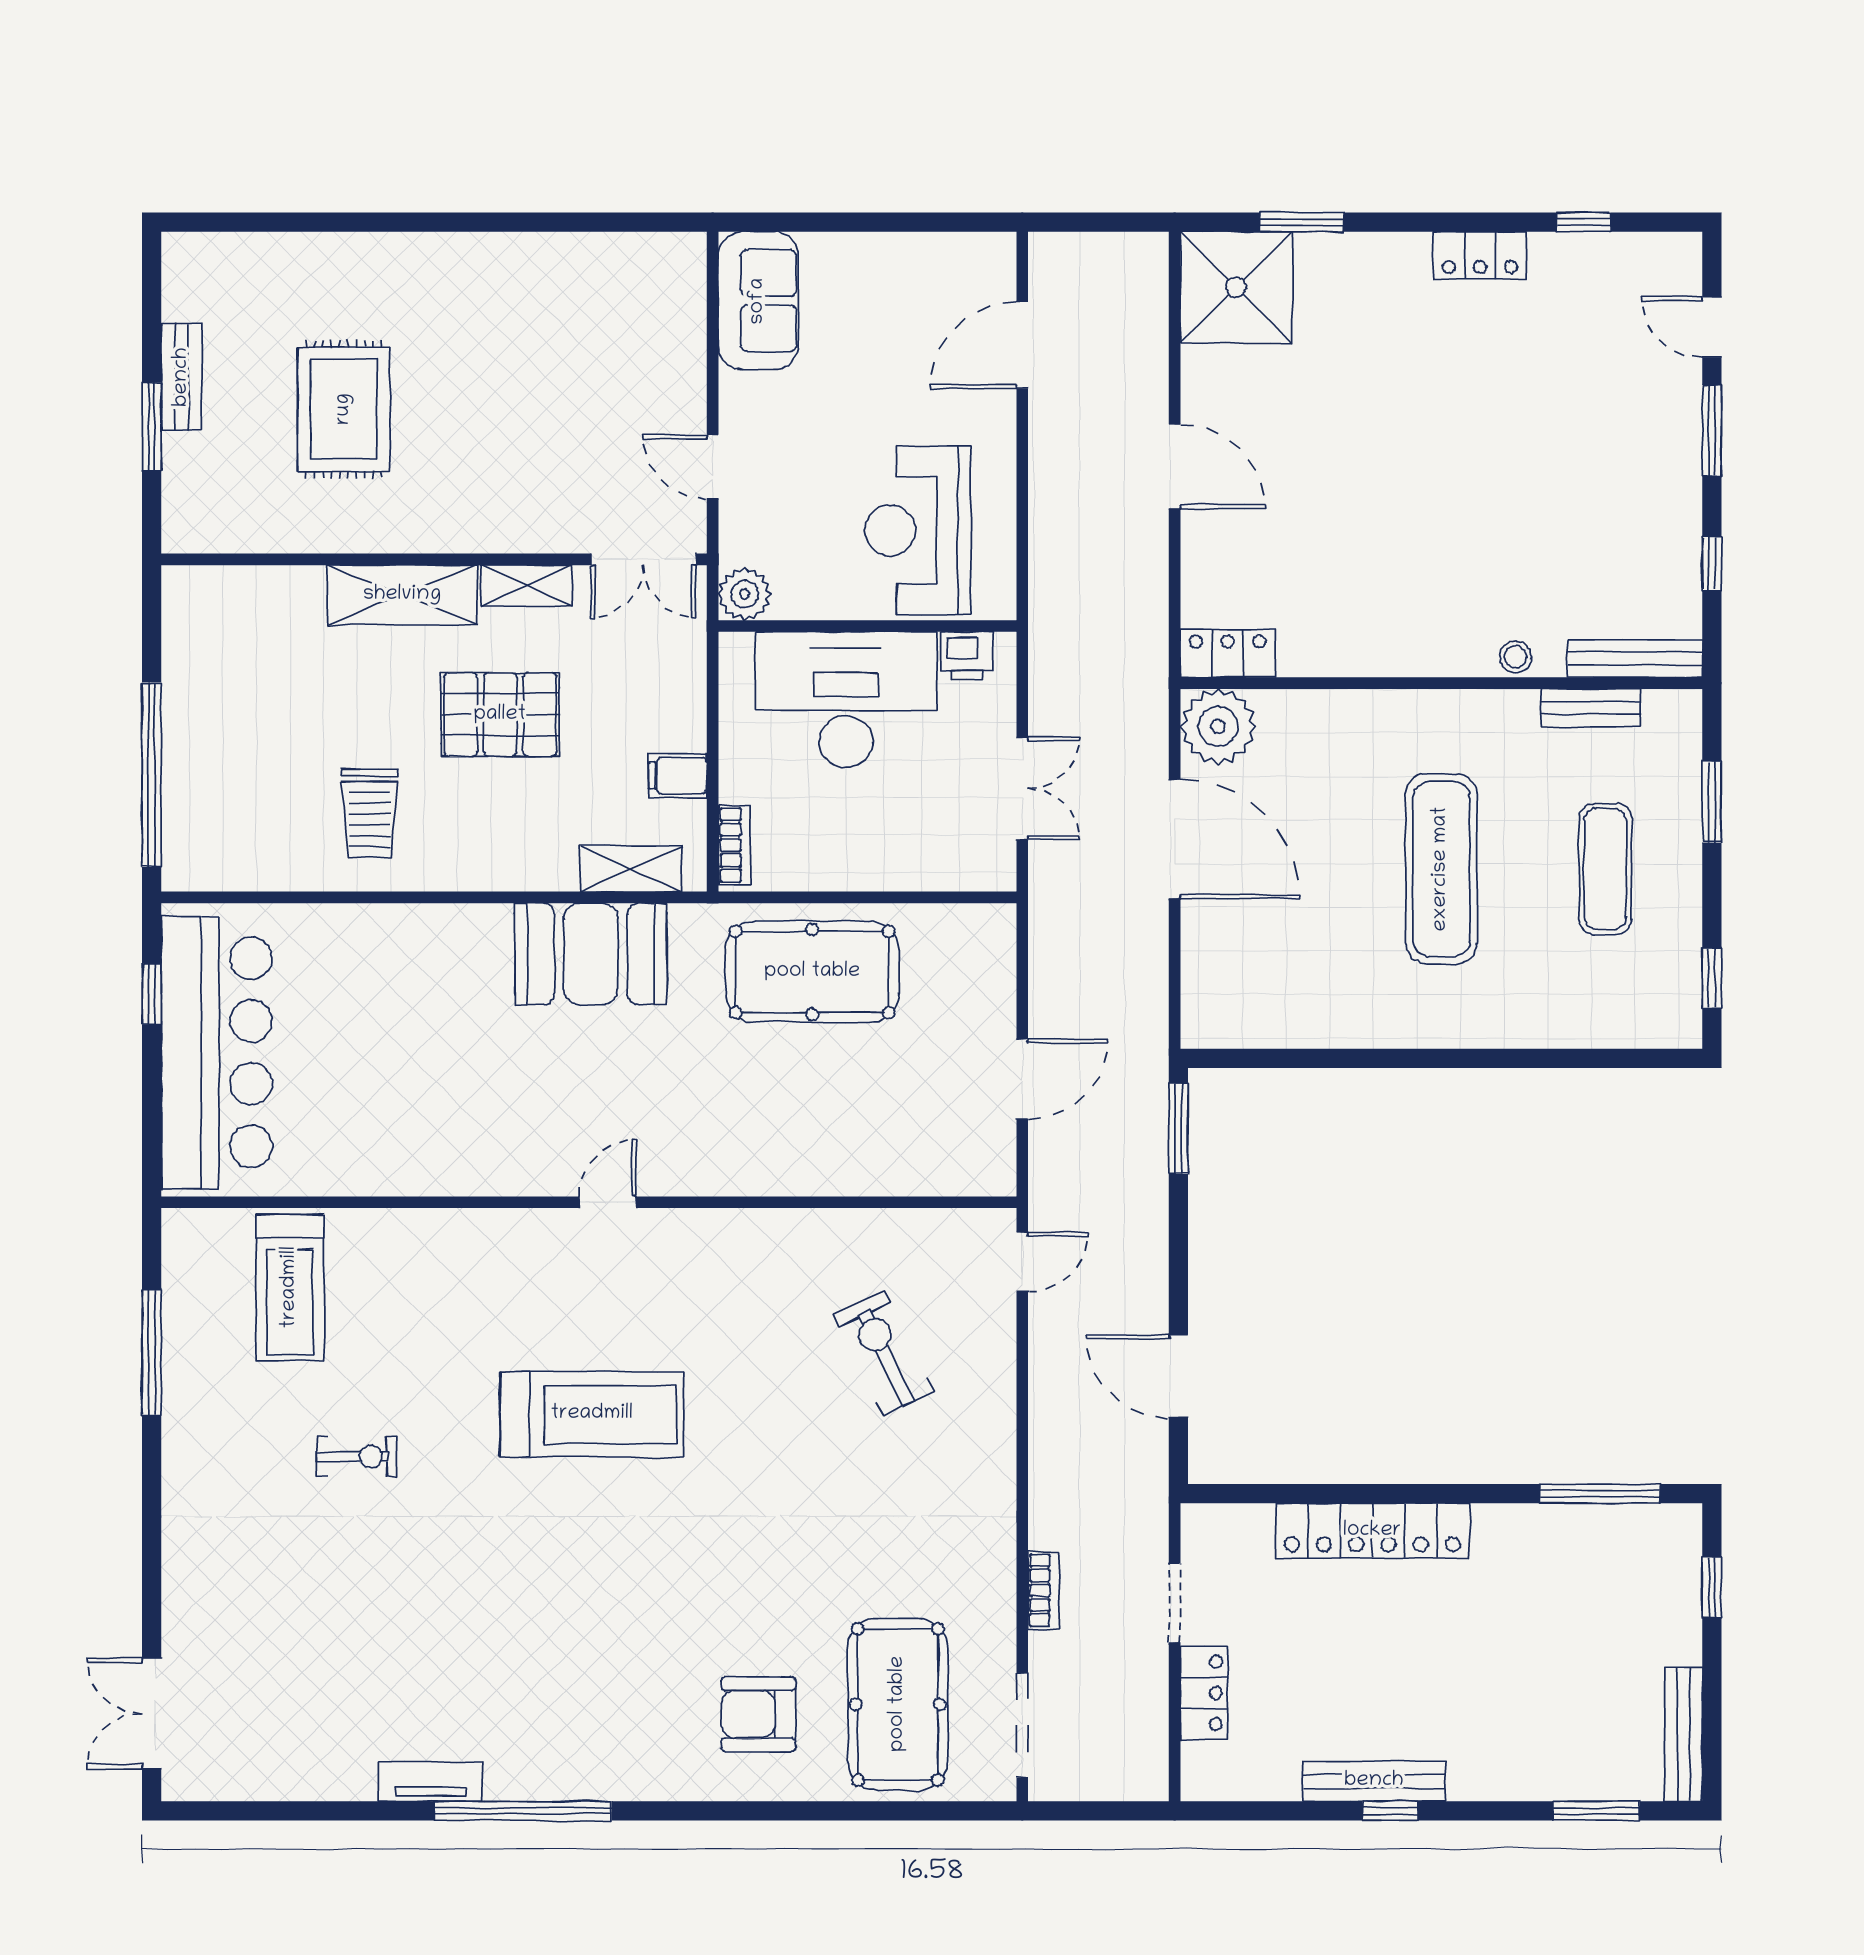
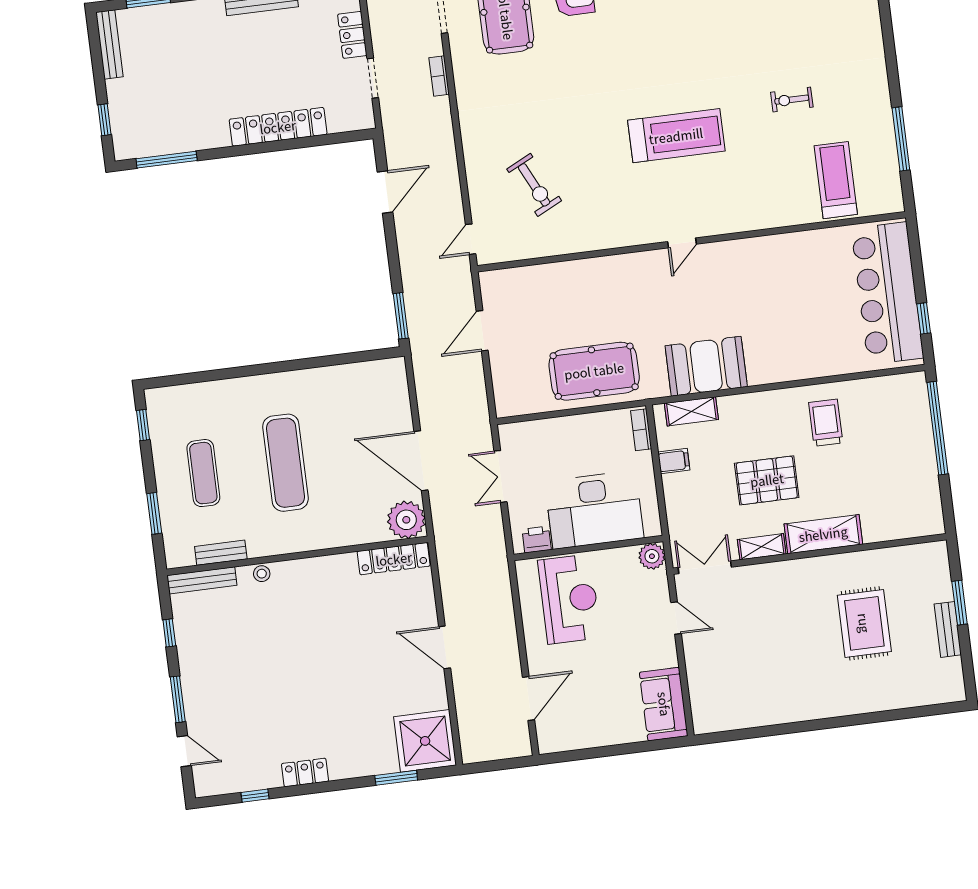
locker: (1228, 653) -> (394, 559), width x1.53
door: (1178, 1376) -> (385, 192), hinge flipped
treadmill: (592, 1414) -> (676, 136), turned 180

